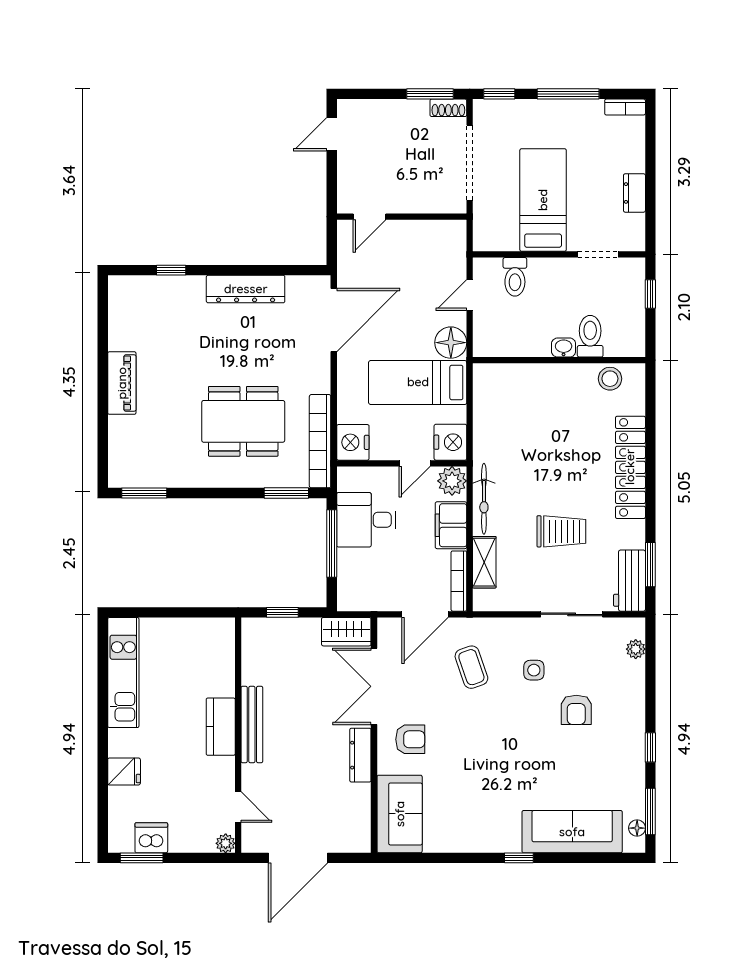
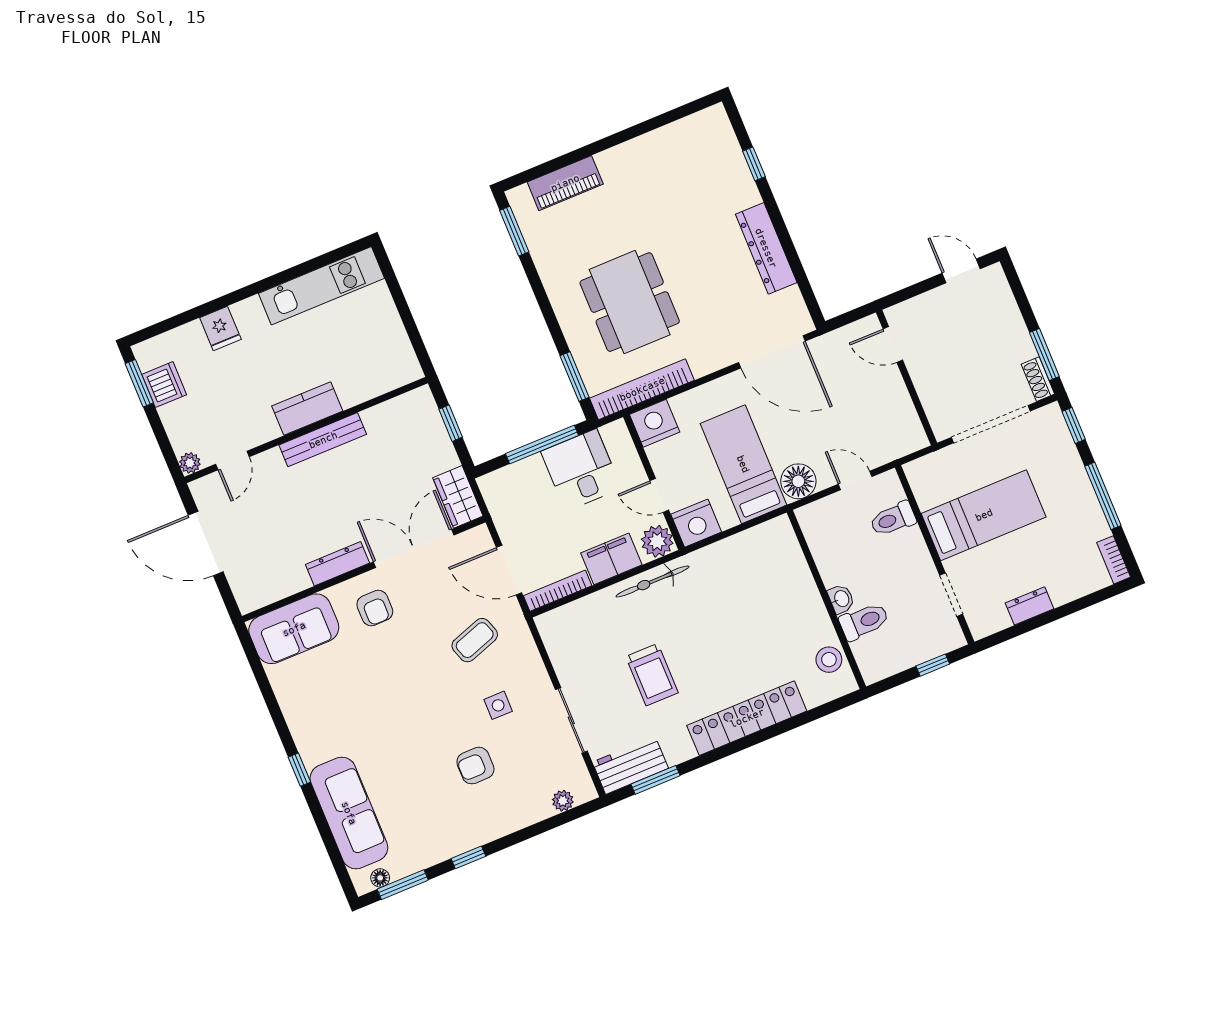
piano: (122, 383) -> (565, 183), moved
shelving: (484, 562) -> (588, 609), removed

